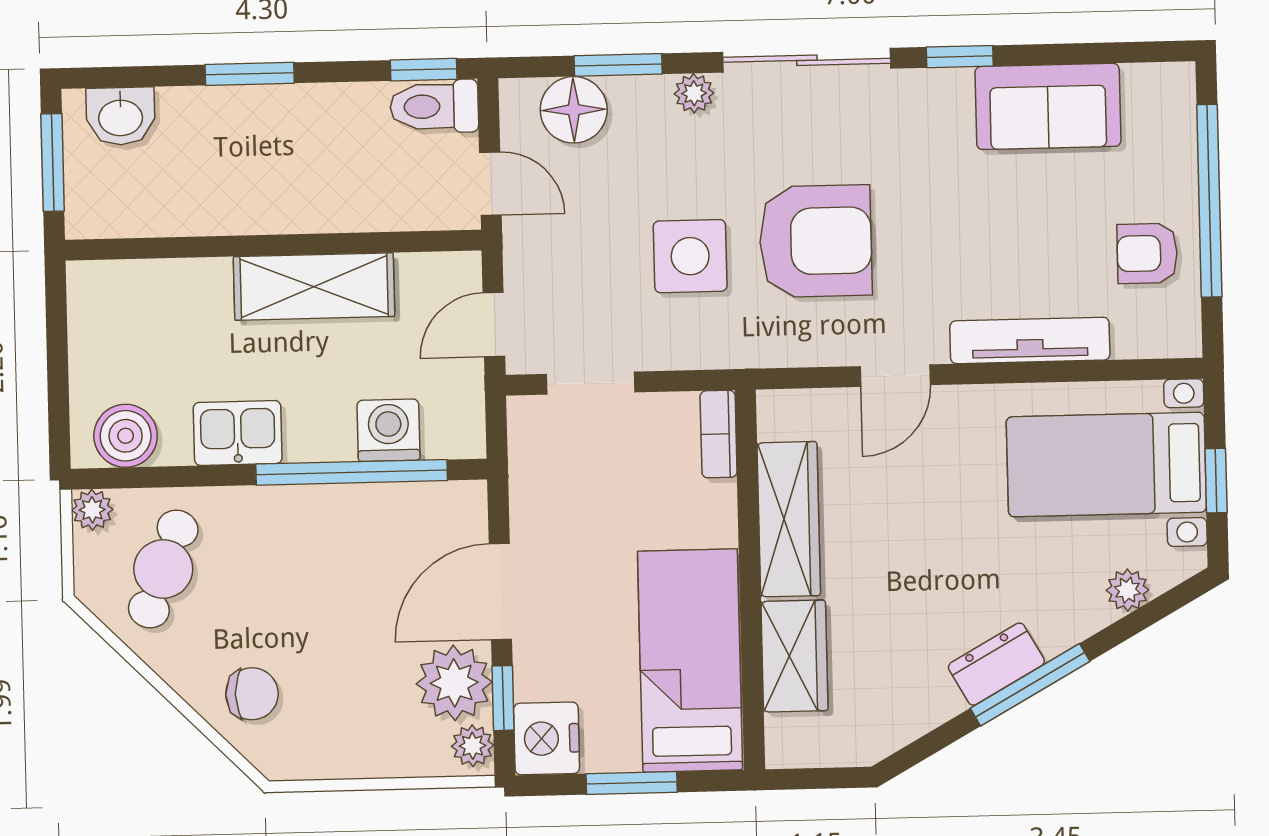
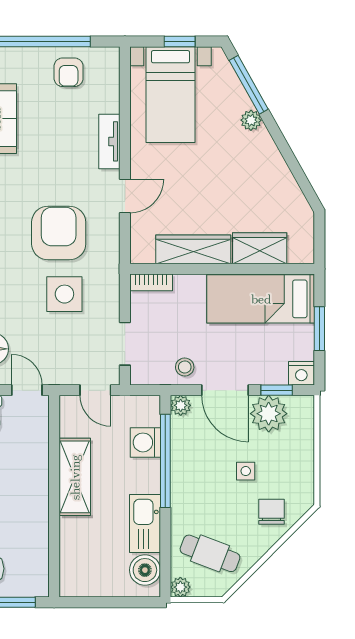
door: (490, 184) -> (27, 390), hinge flipped
tv unit: (1030, 340) -> (109, 141), width x0.71
door: (895, 376) -> (125, 196), hinge flipped
kitchen sink: (238, 433) -> (145, 524), width x1.38
stool: (546, 508) -> (185, 367), added
plant: (1128, 590) -> (251, 120), moved
side table: (335, 638) -> (246, 471), added
dresser: (996, 664) -> (266, 150), removed
window: (1030, 685) -> (249, 85), moved
nightstand: (547, 738) -> (301, 373), width x0.74, depth x0.75
plant: (473, 746) -> (181, 405), moved

